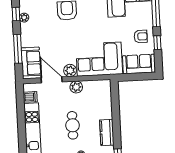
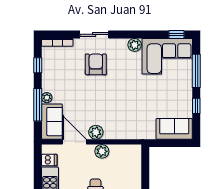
plant: (24, 18) -> (47, 98), moved
armchair: (141, 36) -> (178, 98), removed
corner sofa: (99, 59) -> (130, 121), removed

